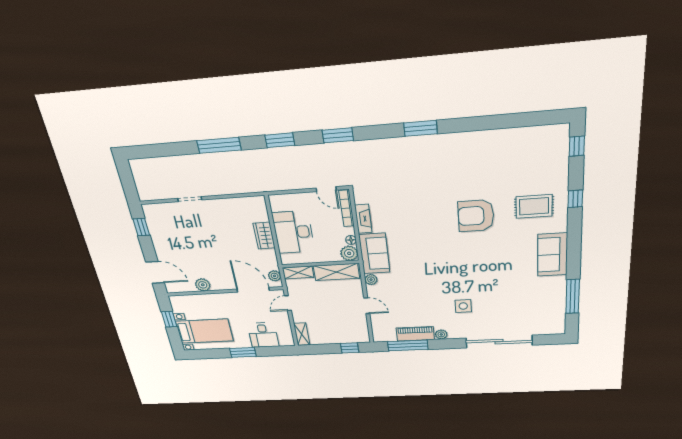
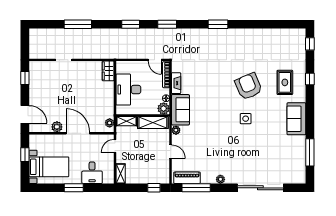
window: (219, 145) -> (78, 24), moved
rug: (534, 206) -> (285, 82), turned 90
armchair: (476, 216) -> (248, 86), turned 67
wardrobe: (264, 236) -> (108, 71), moved
door: (253, 290) -> (78, 133), moved
side table: (463, 306) -> (246, 119), moved
piano: (415, 334) -> (187, 178), moved

